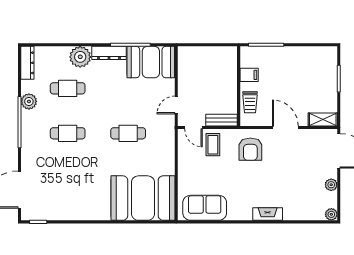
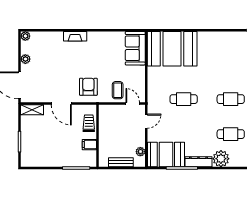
plant: (184, 66) -> (140, 152), added
bench: (222, 120) -> (121, 162), moved
sofa: (205, 208) -> (135, 48), moved, turned 90

